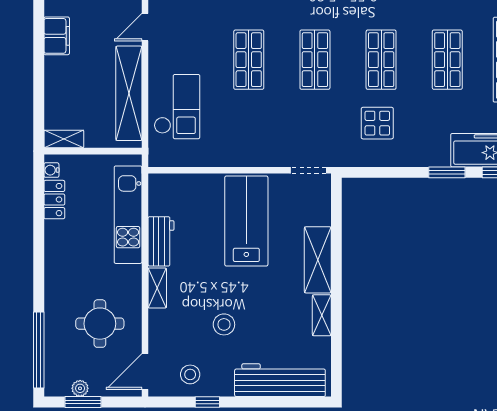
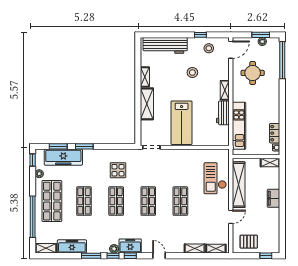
filing cabinet: (57, 36) -> (274, 198), moved

